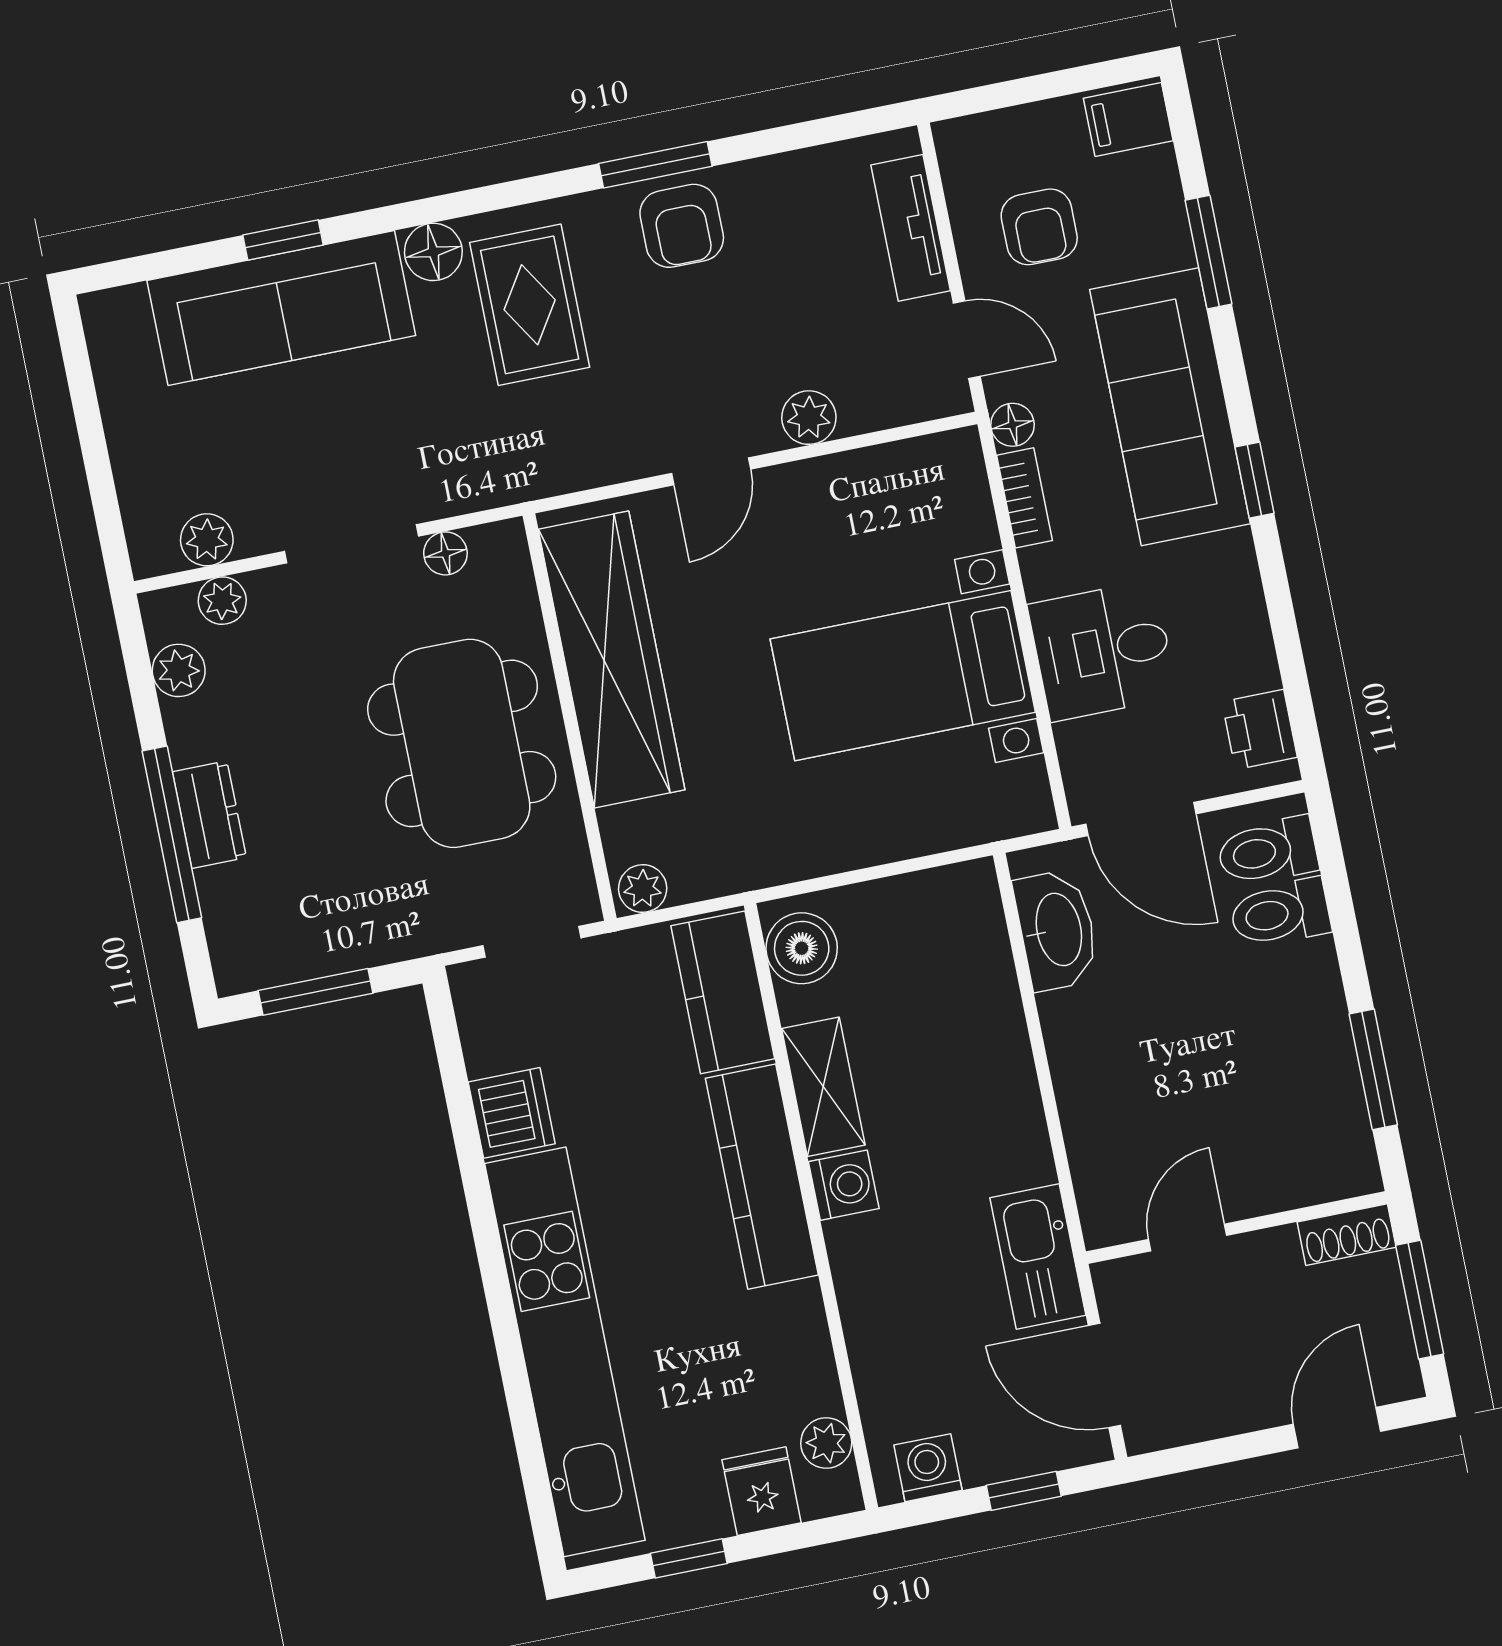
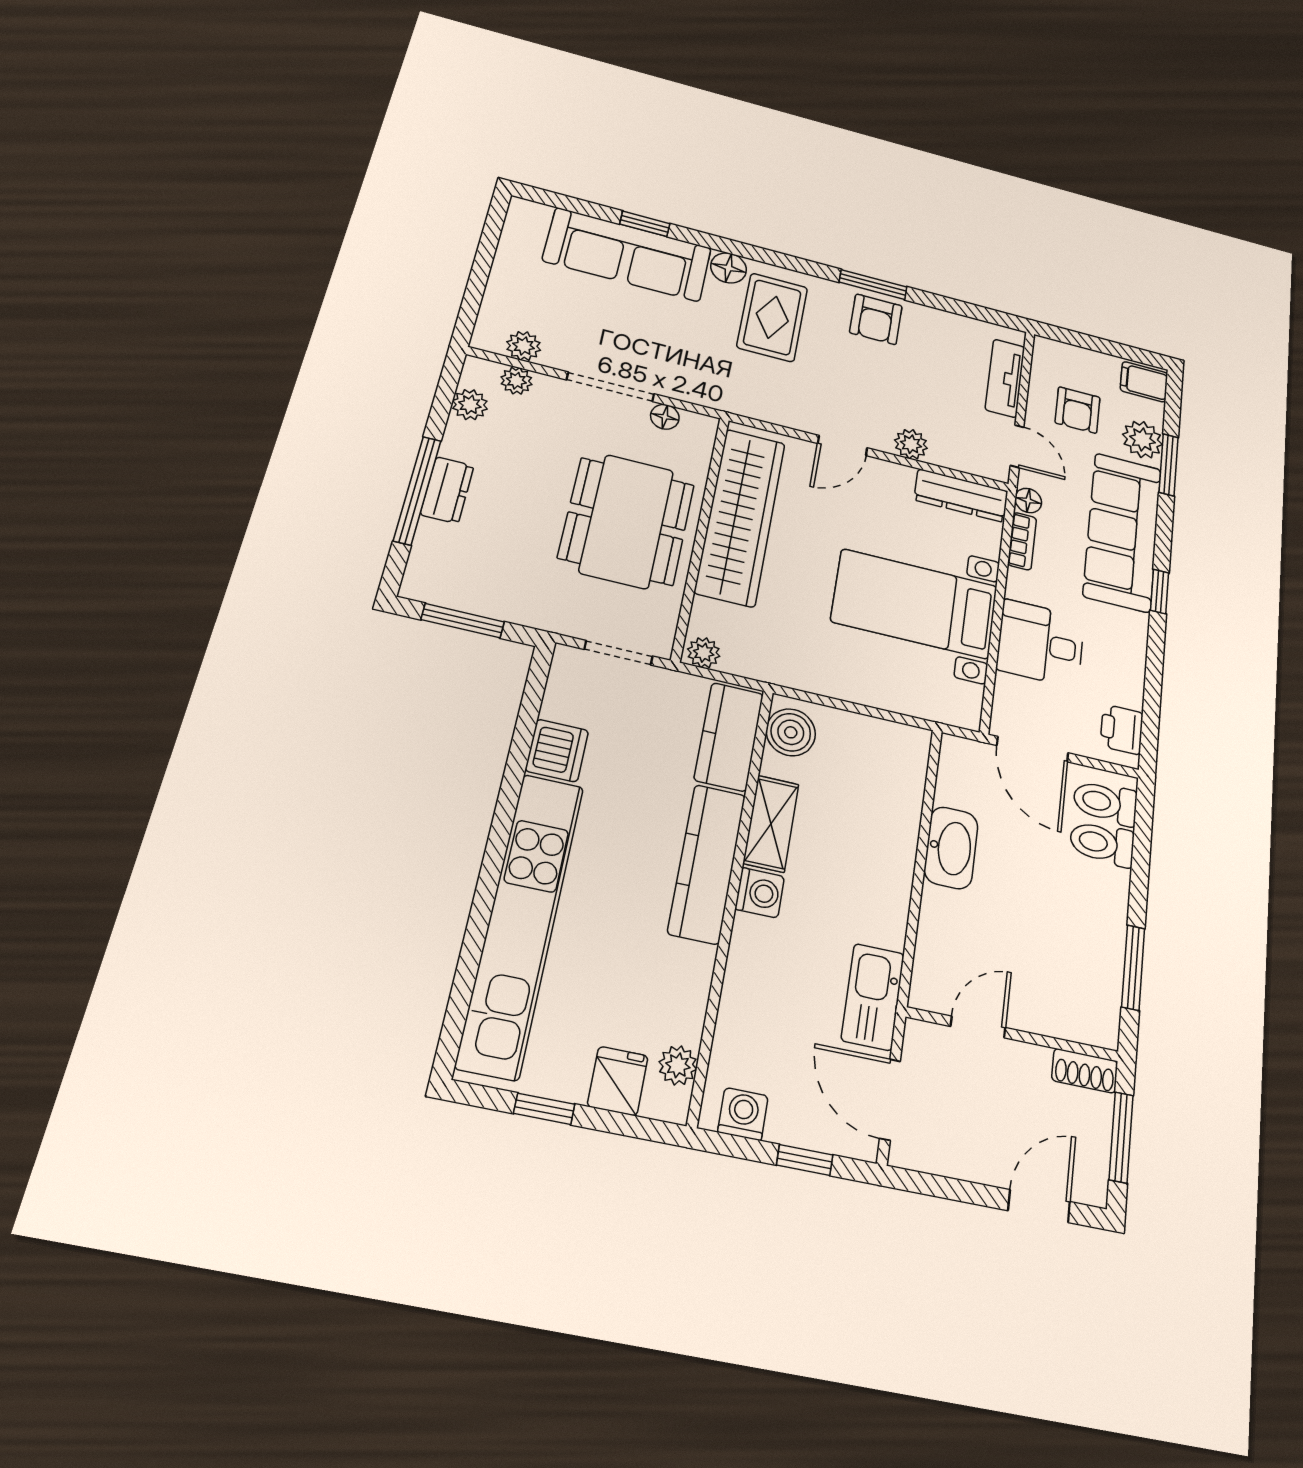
plant: (1155, 228) -> (1142, 439), added
dresser: (911, 467) -> (961, 495), added
washbasin: (1057, 930) -> (951, 848), moved

